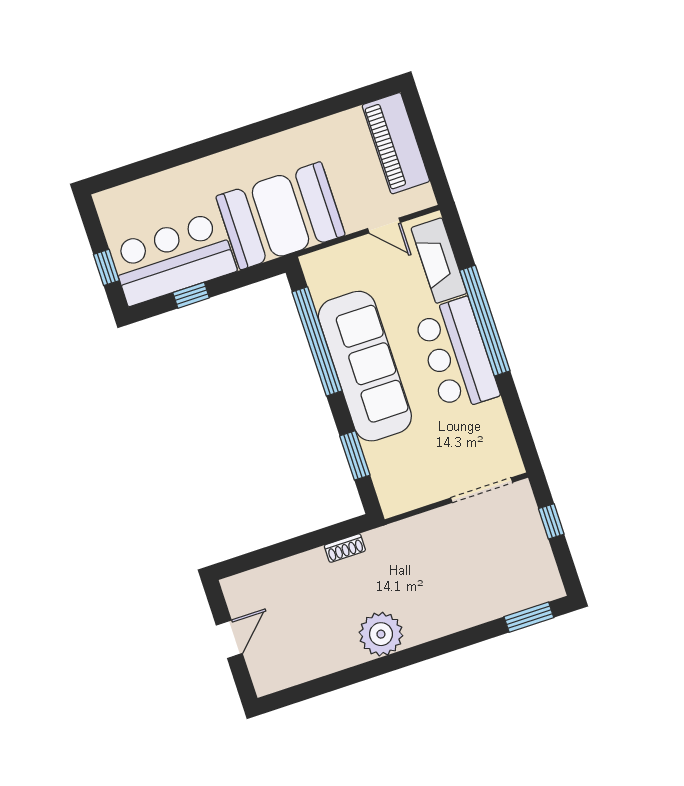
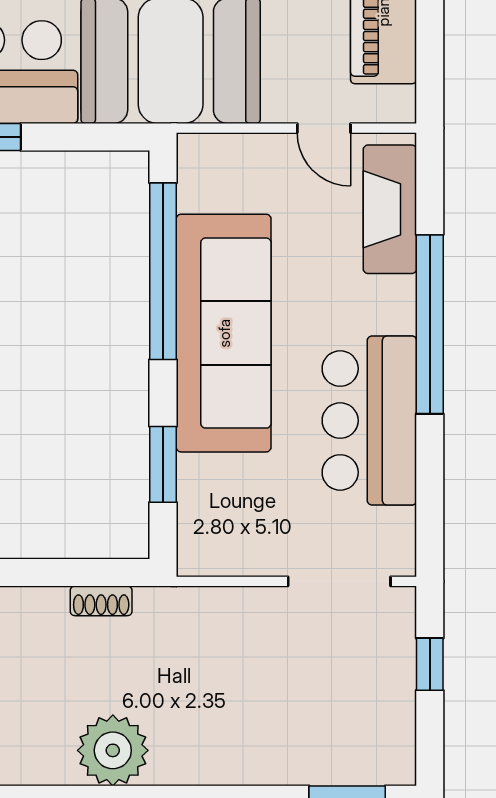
bar counter: (457, 355) -> (369, 421), moved

